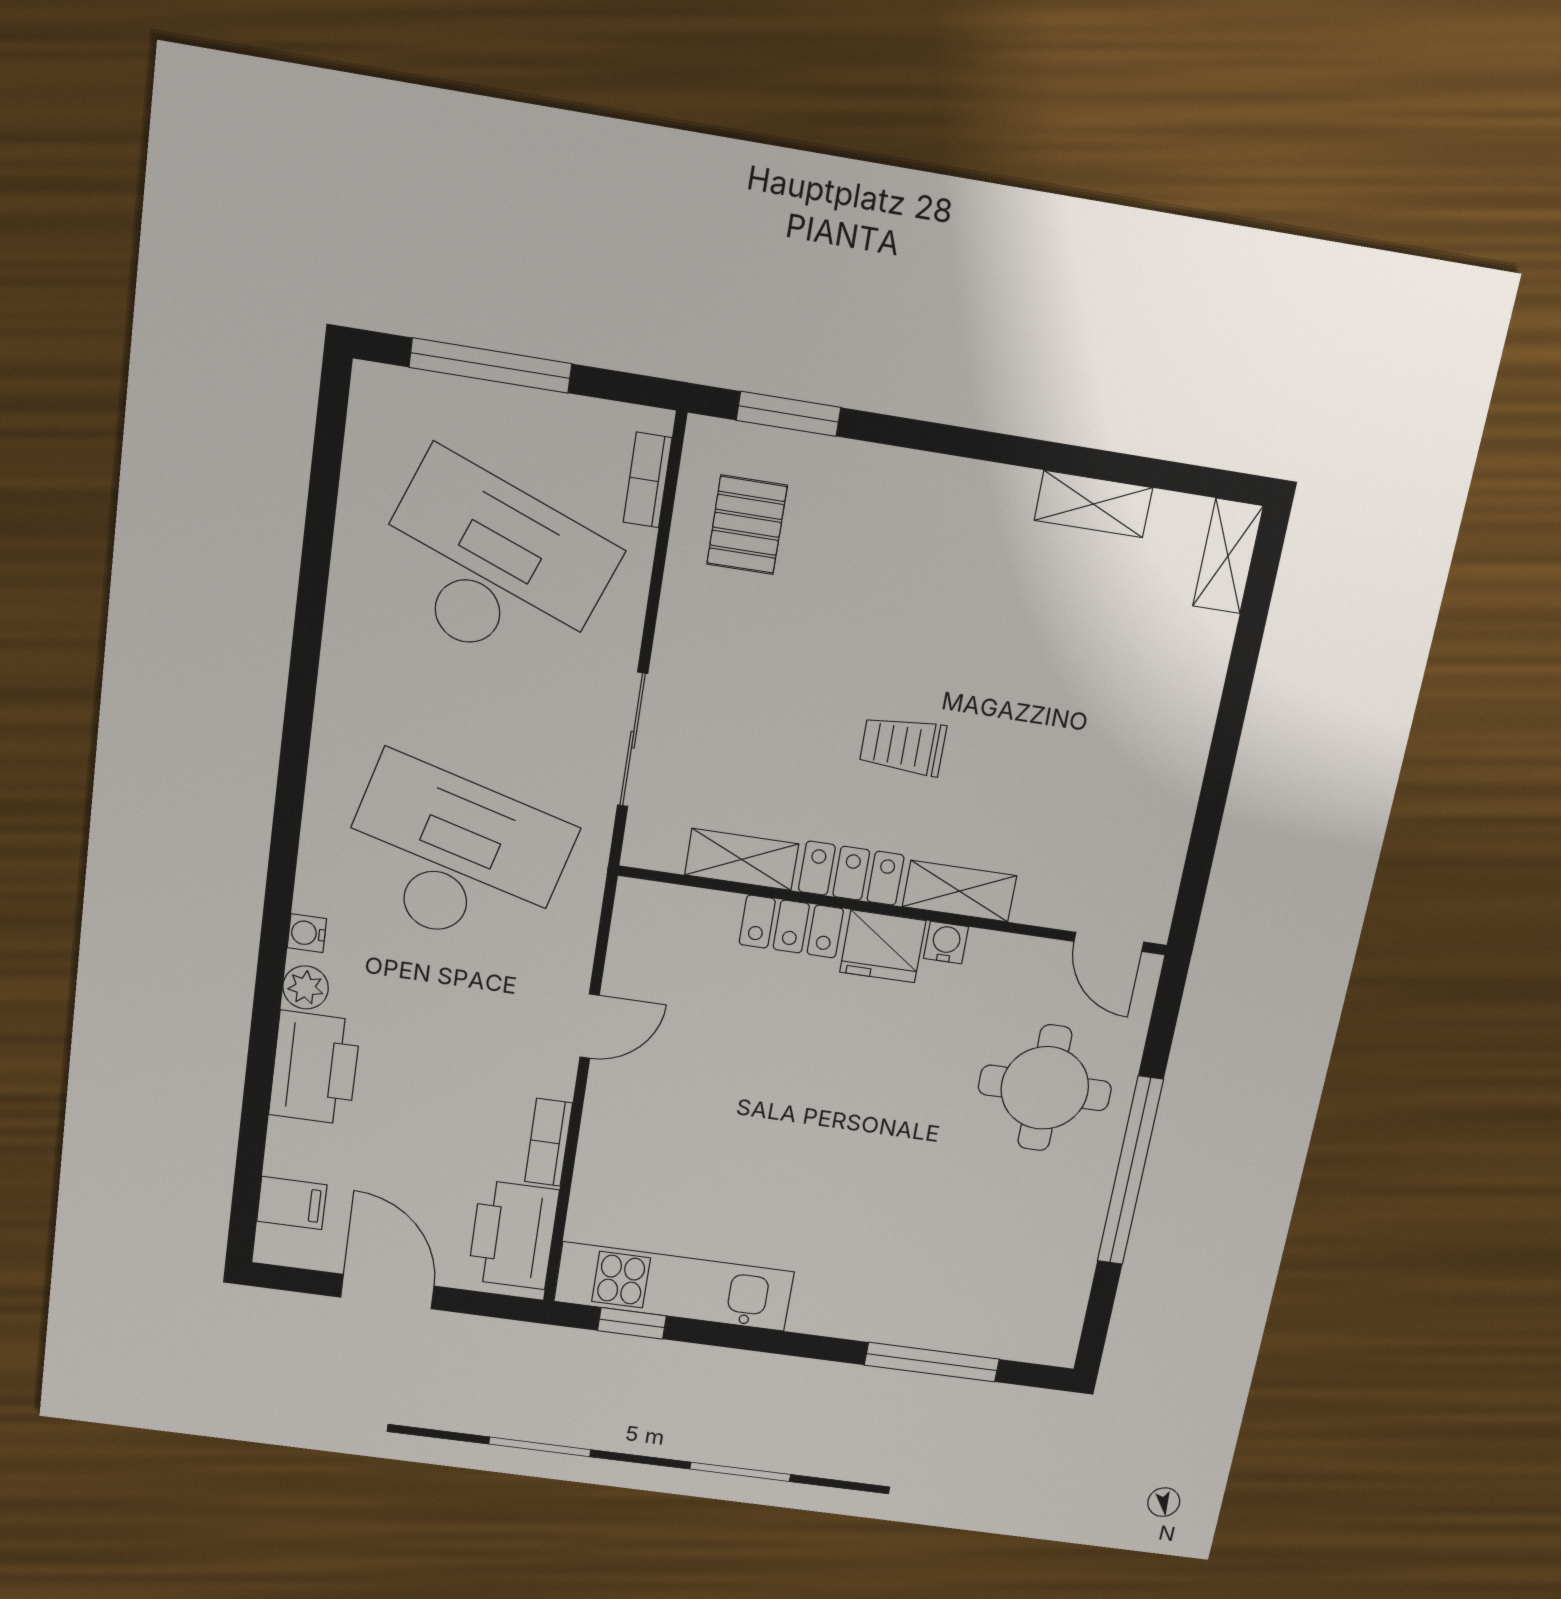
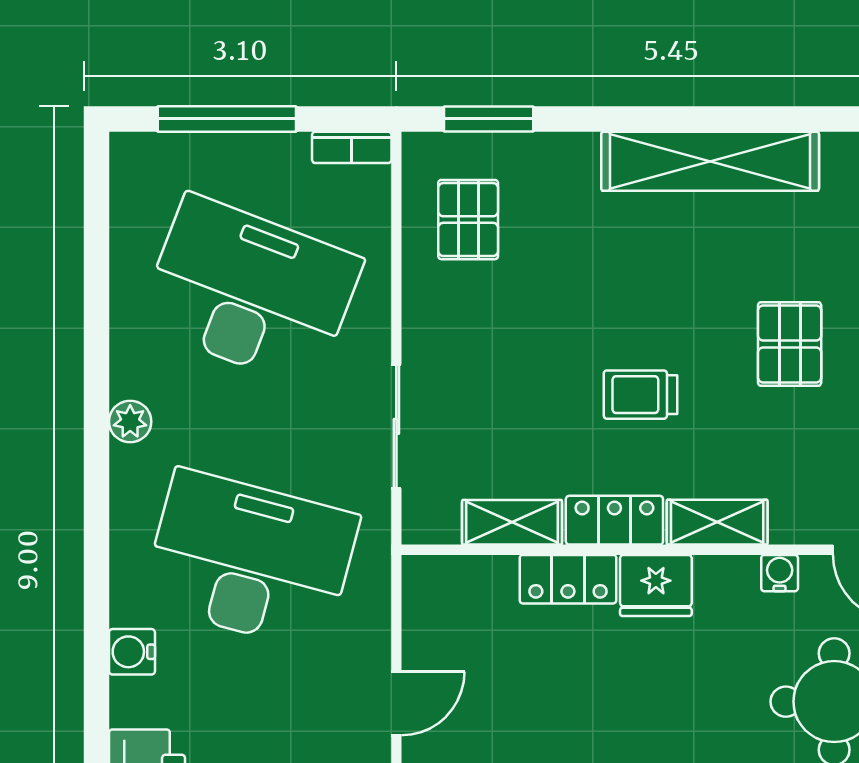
bookcase: (648, 480) -> (352, 147), moved, turned -90
shelving: (1093, 504) -> (710, 161), width x2.20, depth x1.33
pallet: (1073, 716) -> (790, 344), added
water cooler: (307, 933) -> (132, 652), width x1.38, depth x1.38
water cooler: (946, 943) -> (780, 573), moved
plant: (306, 987) -> (130, 422), moved

